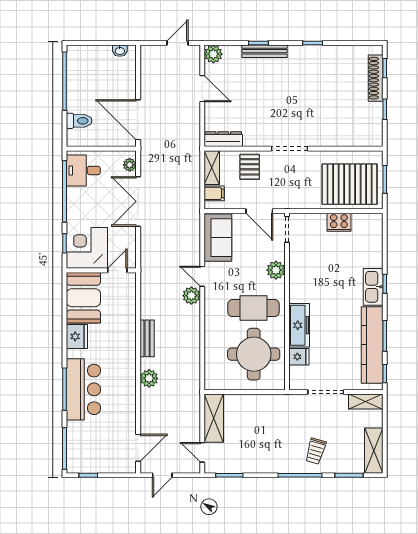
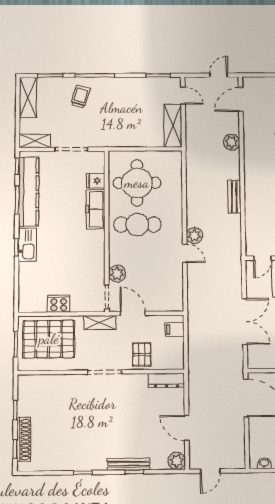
plant: (130, 165) -> (253, 356), removed
shelving: (212, 168) -> (100, 323), moved, turned 90
sofa: (218, 238) -> (171, 289), removed
plant: (276, 270) -> (117, 274), moved
plant: (149, 378) -> (232, 142), moved

